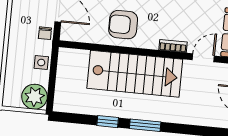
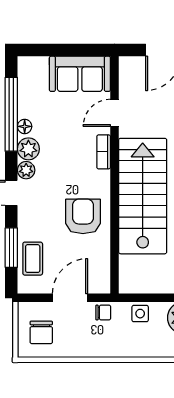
armchair: (123, 25) -> (83, 216), turned 180
door: (203, 58) -> (115, 113), hinge flipped

